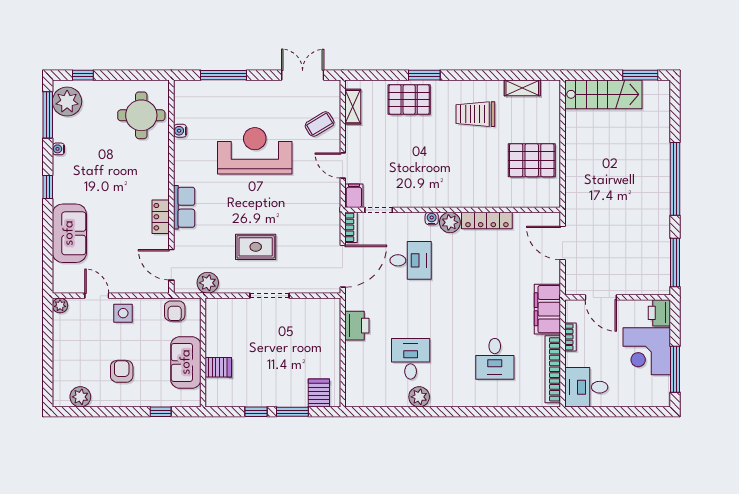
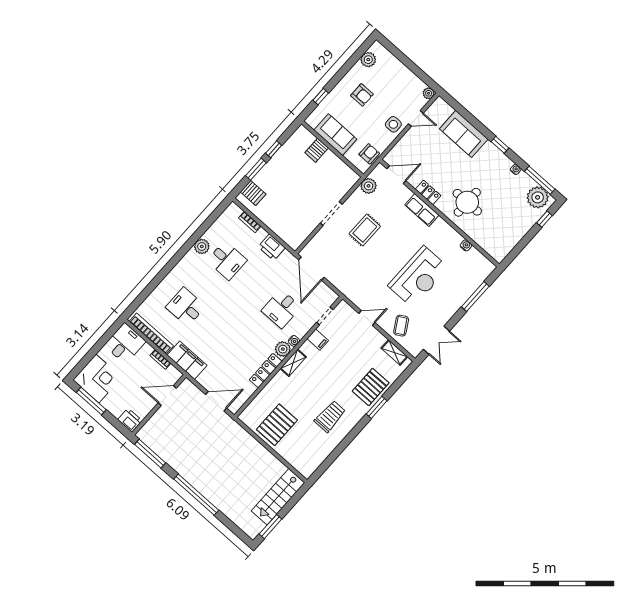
shelving: (522, 88) -> (293, 363), moved
round table: (141, 115) -> (467, 202), moved
filing cabinet: (354, 196) -> (318, 340), moved
bookcase: (351, 227) -> (250, 222), moved
armchair: (175, 311) -> (369, 154), turned 90
corner desk: (647, 351) -> (97, 379), moved, turned 90

